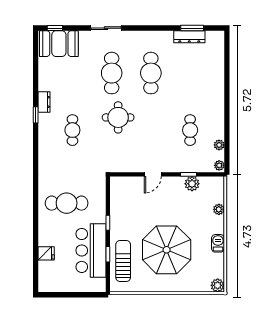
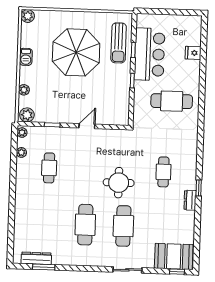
dresser: (189, 37) -> (36, 258), moved
plant: (192, 184) -> (27, 115), moved

